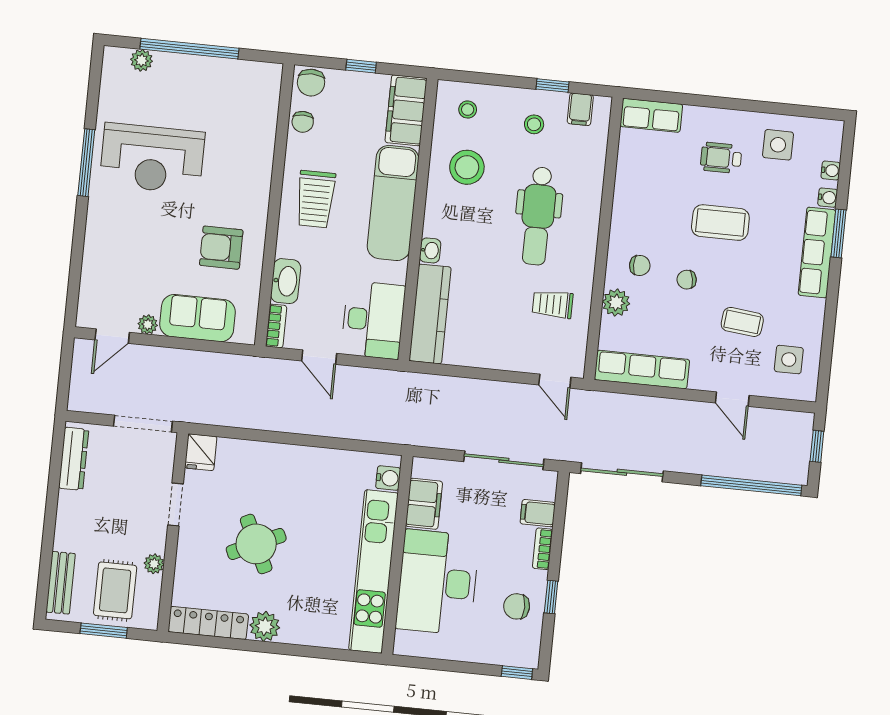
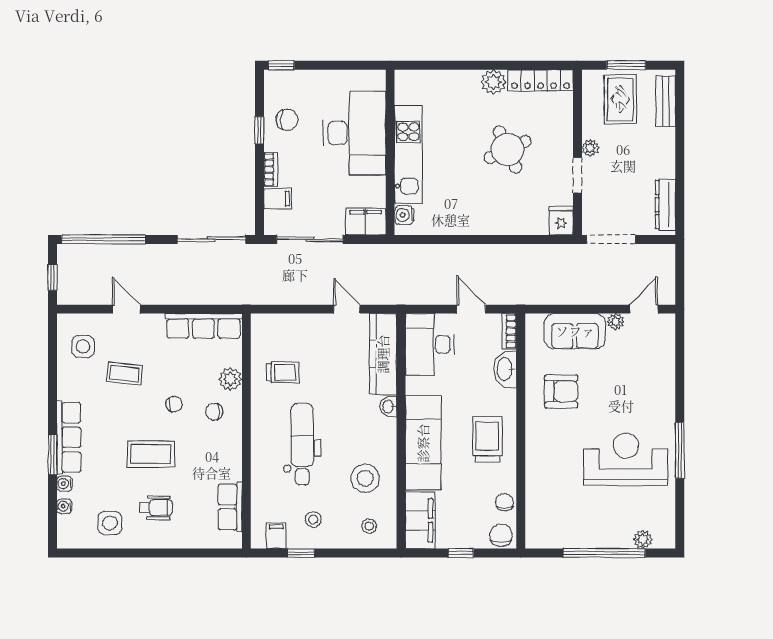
row of seats: (651, 115) -> (230, 507), moved, turned -90
door: (555, 381) -> (347, 309), moved
filing cabinet: (424, 504) -> (366, 222), moved, turned 90
plant: (154, 564) -> (590, 148), moved
kitchen unit: (373, 572) -> (408, 155), width x0.73

